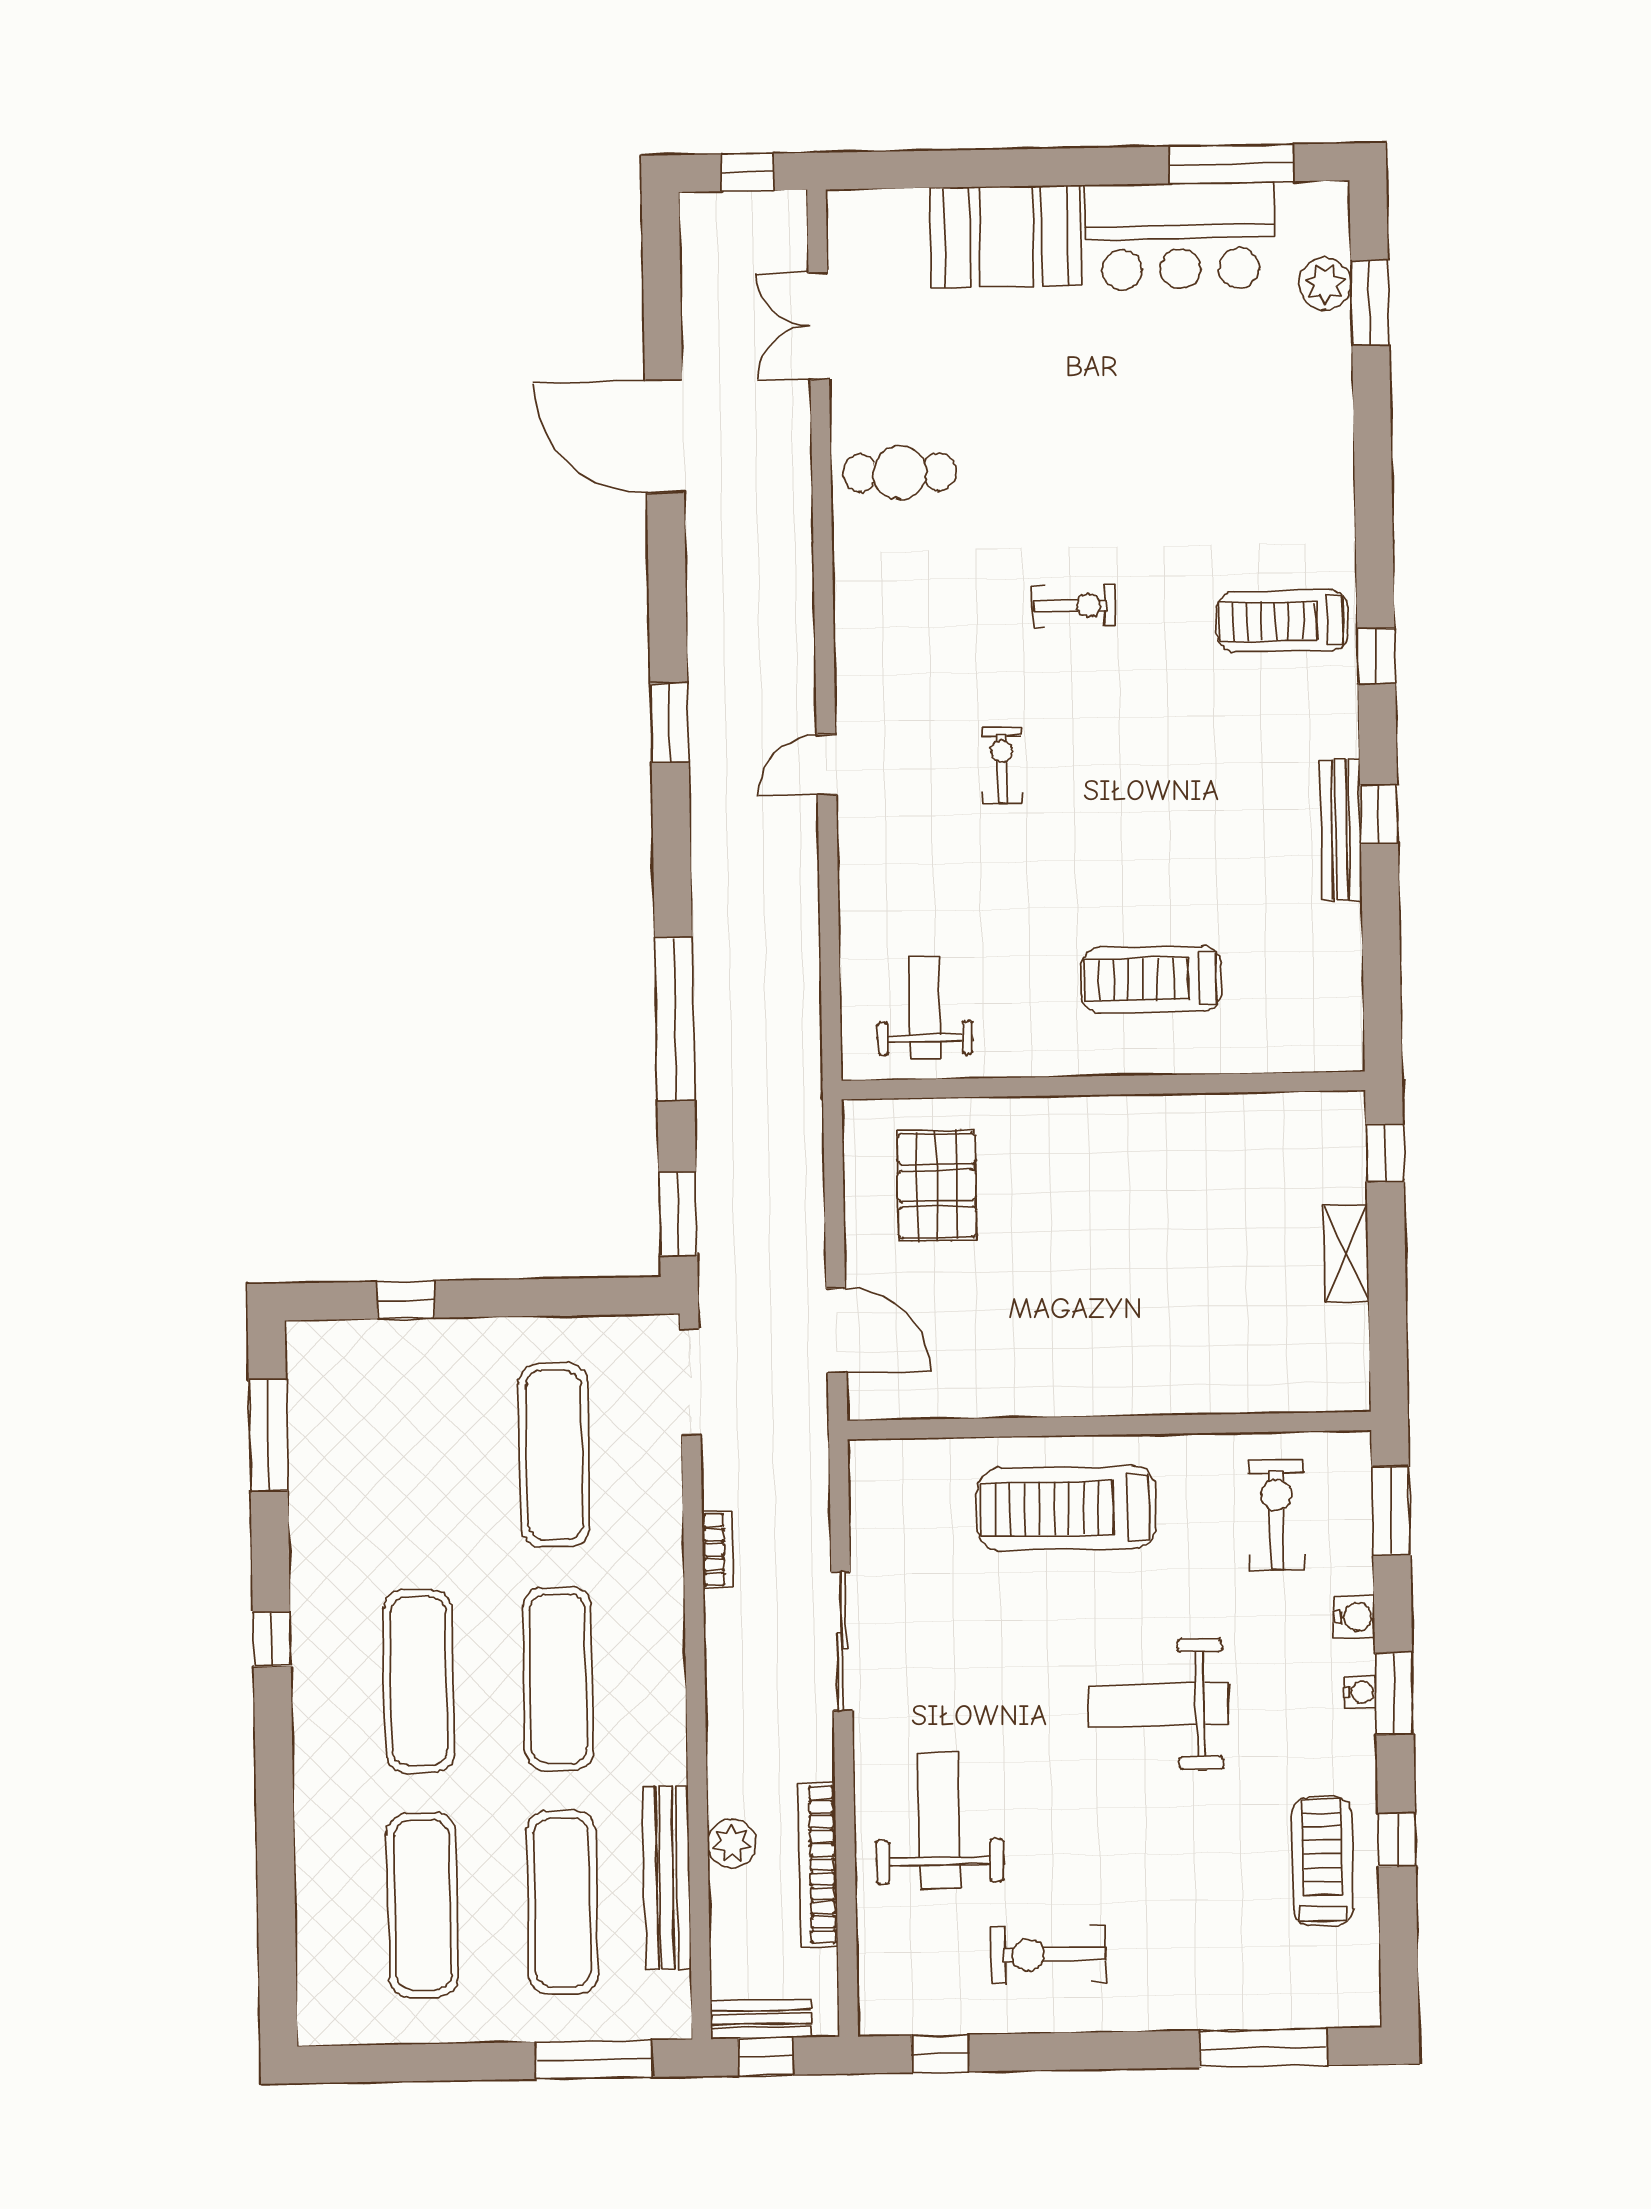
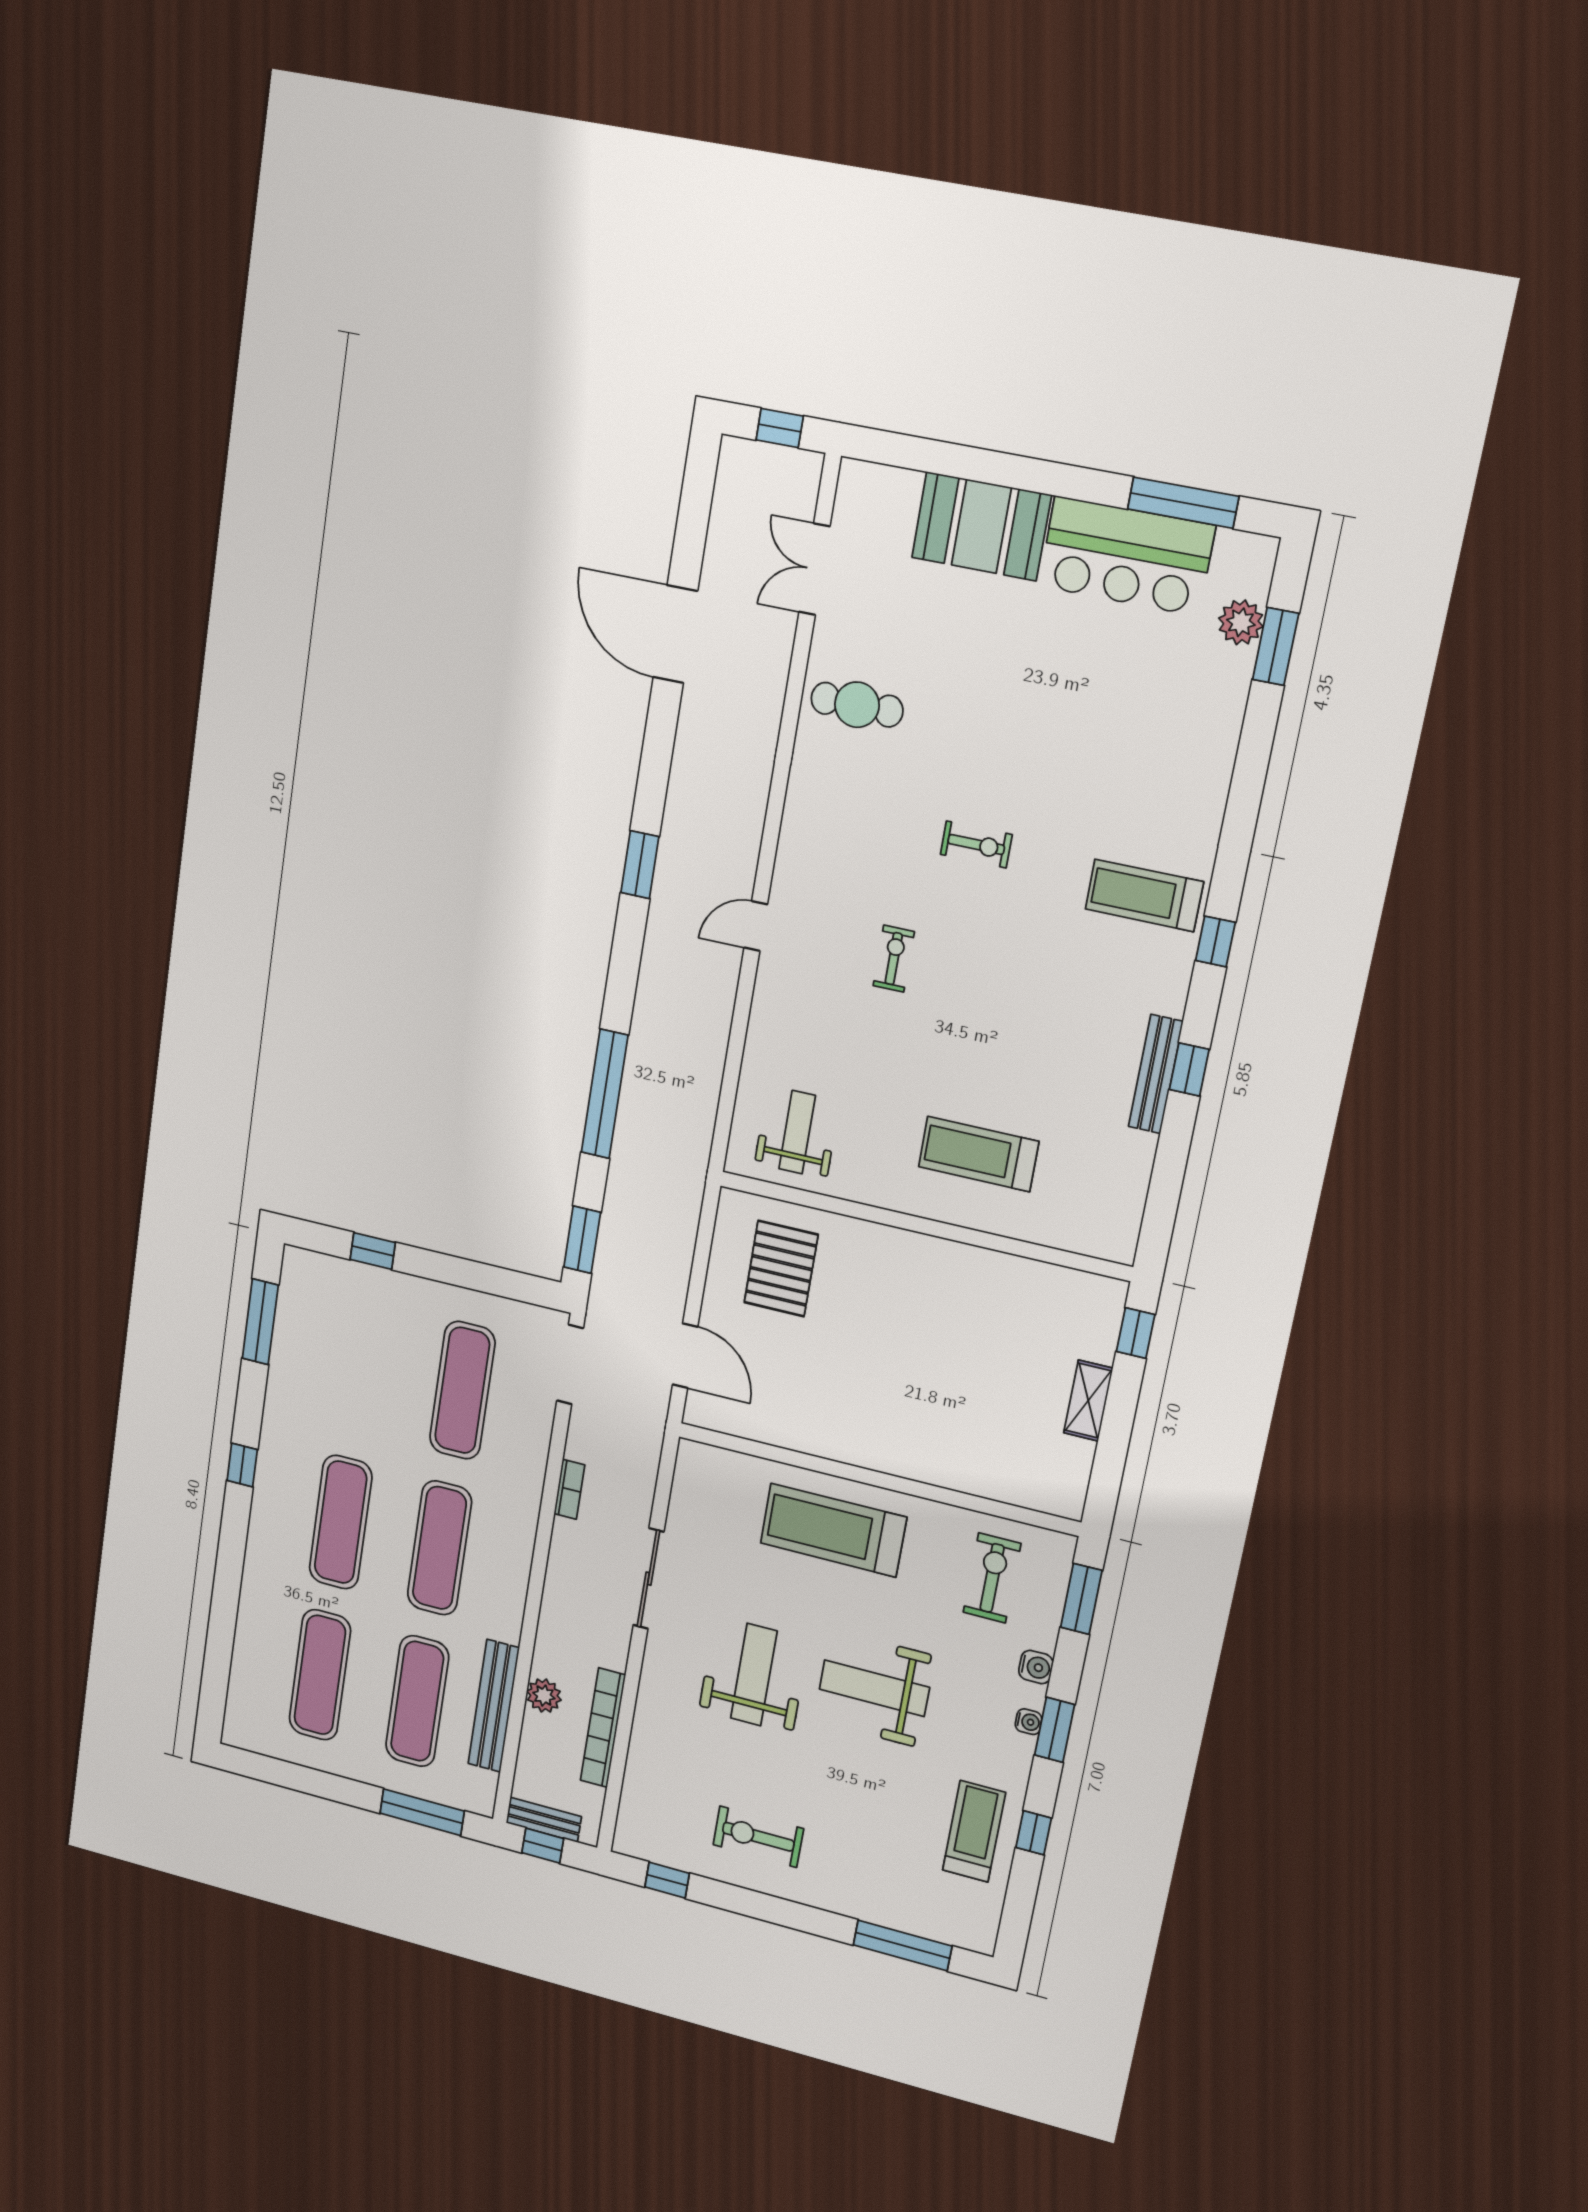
weight bench: (939, 1820) -> (754, 1675), moved

